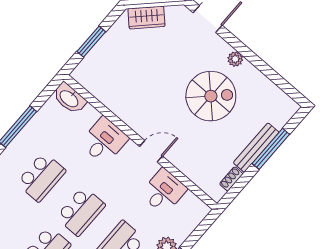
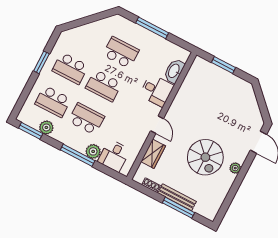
wardrobe: (146, 18) -> (153, 154), moved, turned -135
washbasin: (69, 98) -> (174, 71), moved
school desk: (41, 177) -> (121, 53), turned 180
desk: (164, 191) -> (114, 156), moved, turned 90

